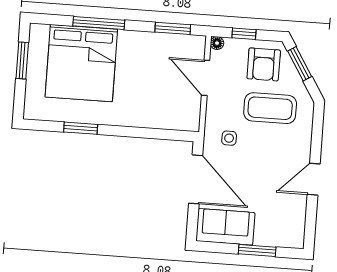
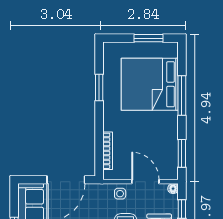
door: (206, 78) -> (145, 182), hinge flipped
bookcase: (162, 123) -> (108, 151), added
side table: (229, 138) -> (120, 194), moved

